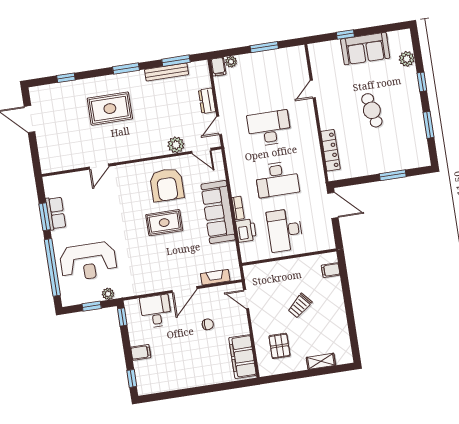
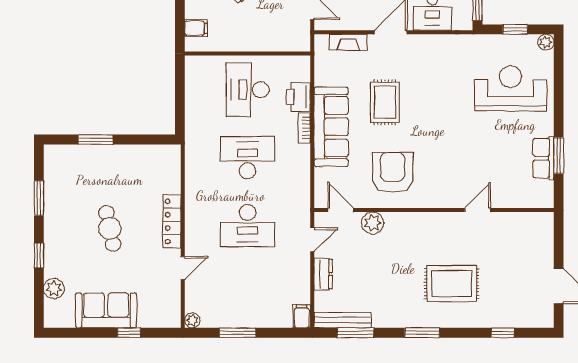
plant: (231, 62) -> (192, 320), moved
bench: (167, 72) -> (342, 320), moved
locker: (330, 150) -> (172, 221), moved
door: (333, 205) -> (180, 112), removed
rug: (164, 223) -> (385, 102), moved, turned 90
desk: (285, 230) -> (248, 90), turned 180
window: (52, 267) -> (559, 88), removed
plant: (108, 294) -> (546, 42), moved

